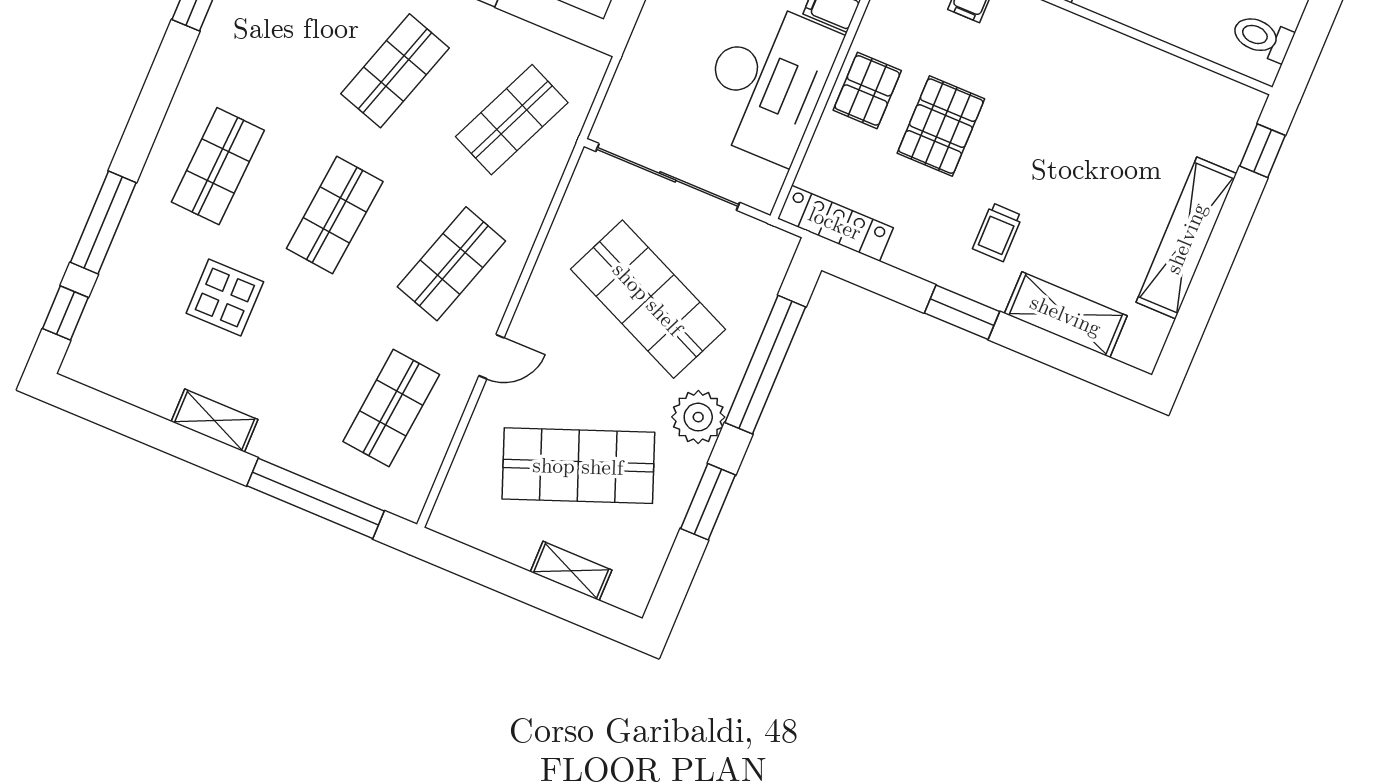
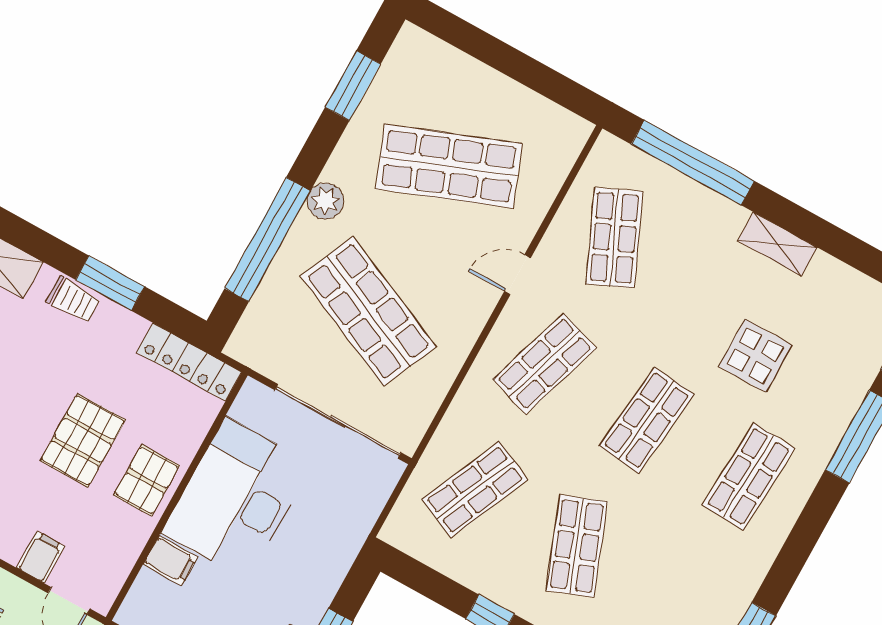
shop shelf: (395, 71) -> (577, 546), turned -39
trolley: (997, 232) -> (73, 300), moved, turned 90
window: (962, 312) -> (110, 283), moved
shop shelf: (391, 408) -> (614, 238), turned -30
plant: (698, 417) -> (325, 201), width x0.73, depth x0.73
window: (708, 502) -> (353, 86), moved
shelving: (571, 571) -> (466, 70), removed

